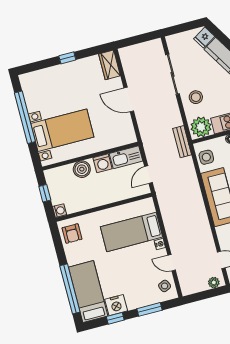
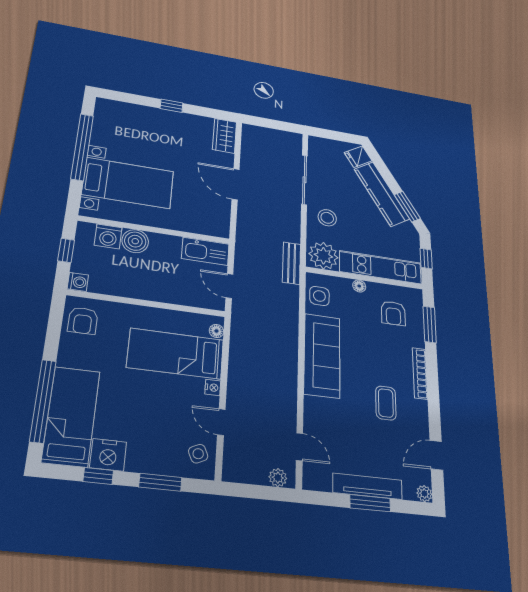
washing machine: (103, 163) -> (108, 236), moved
door: (148, 175) -> (229, 286), hinge flipped
floor lamp: (150, 208) -> (216, 331), added

